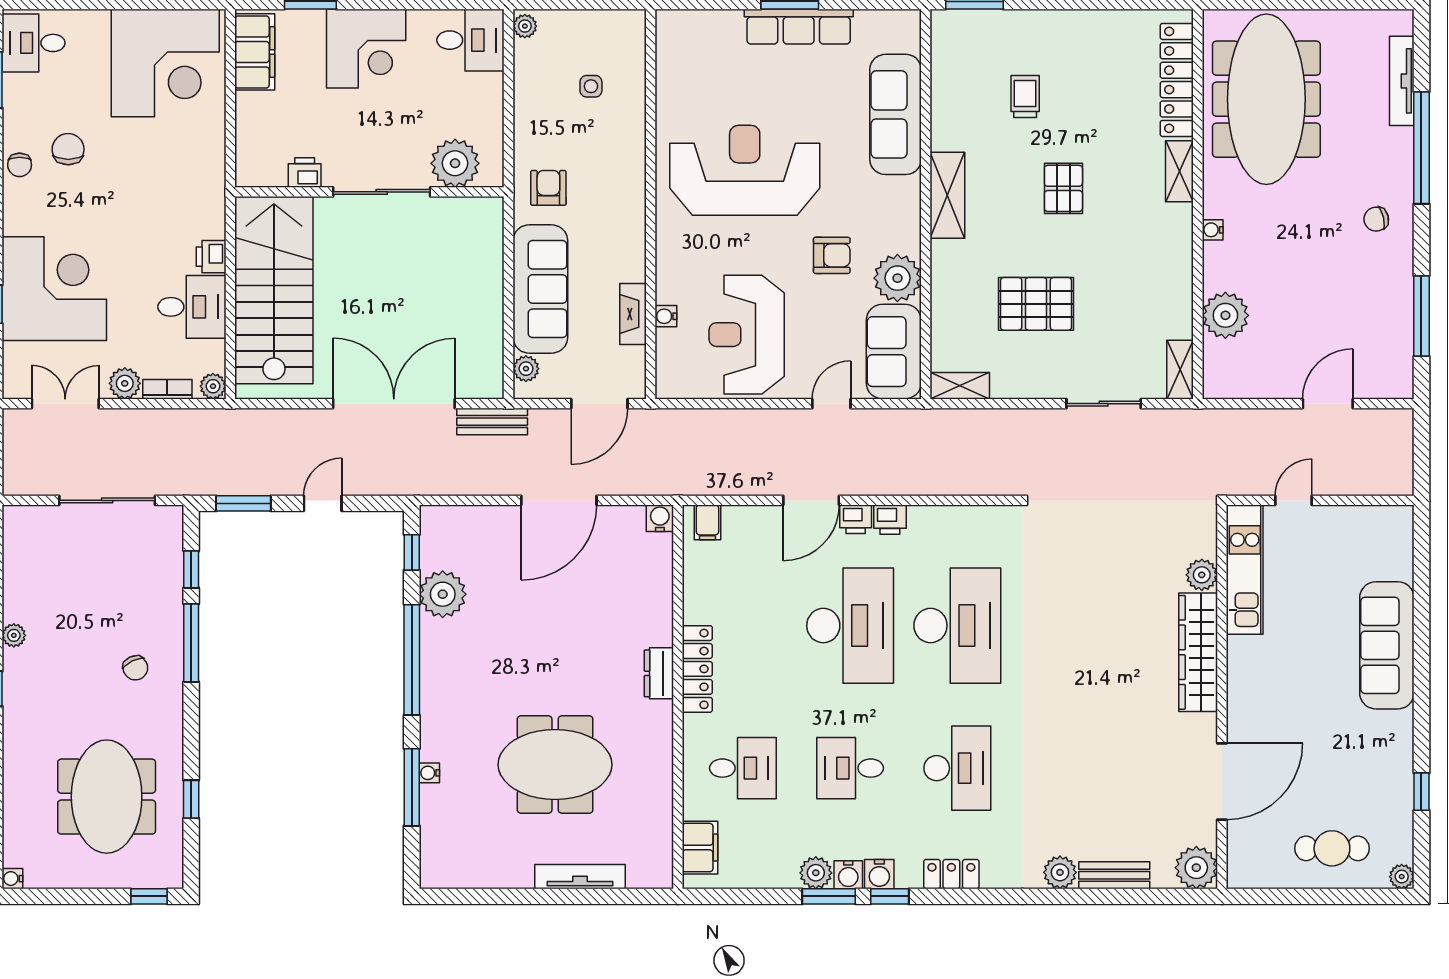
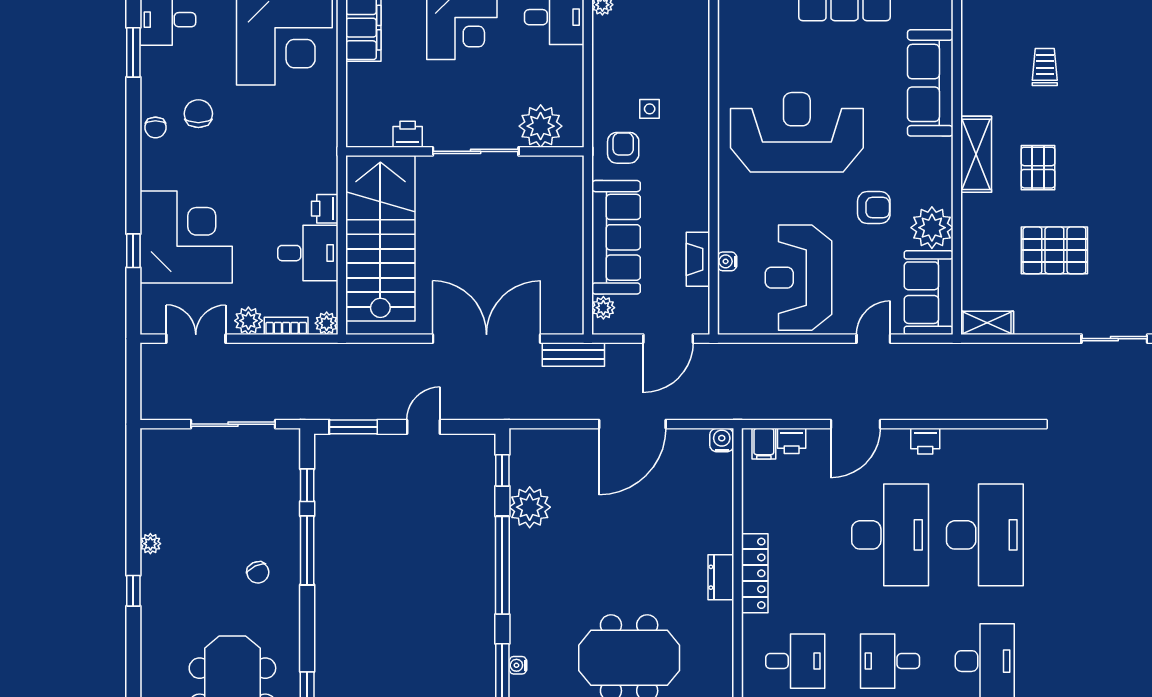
side table: (591, 86) -> (650, 109), moved
pallet: (1063, 188) -> (1038, 168), moved
printer: (856, 519) -> (792, 441), moved

